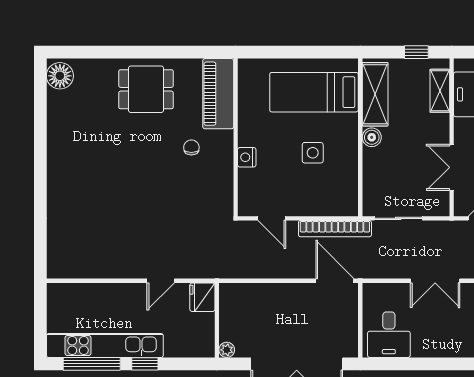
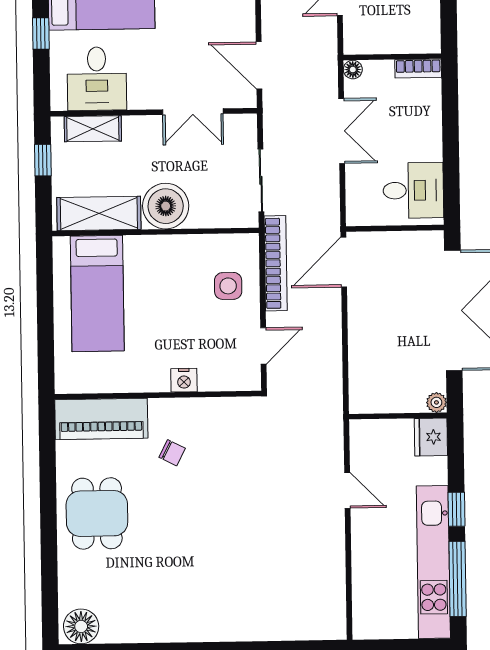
boiler: (372, 137) -> (166, 206), width x1.86, depth x1.86
chair: (191, 147) -> (172, 453), turned -153
side table: (313, 153) -> (228, 286), moved
fridge: (202, 297) -> (431, 437), moved, turned 90

